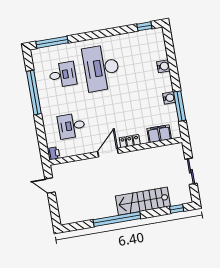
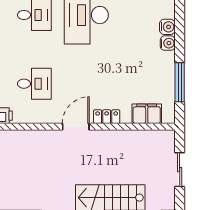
water cooler: (169, 98) -> (168, 43), moved
desk: (71, 126) -> (34, 84), turned 180

